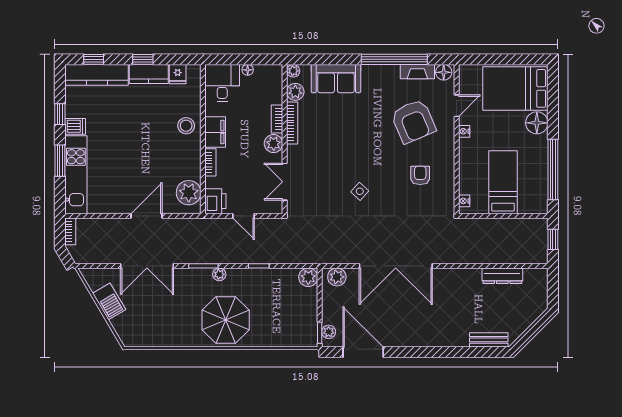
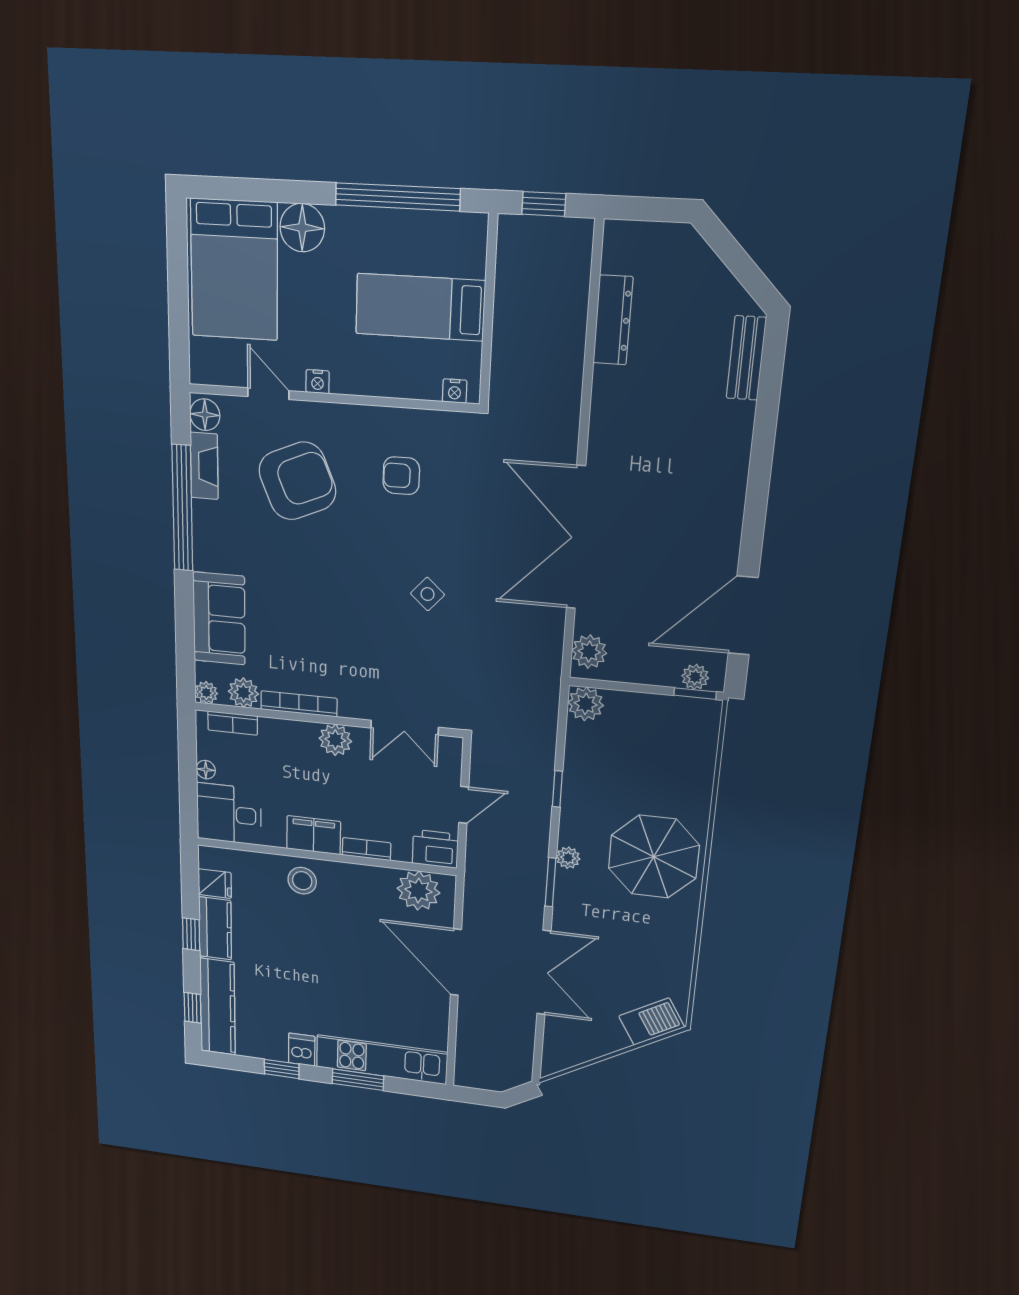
bookcase: (277, 119) -> (233, 723), moved
door: (147, 216) -> (456, 962), width x1.36
bookcase: (70, 231) -> (476, 1081), removed
double door: (396, 266) -> (576, 538), swing flipped
barbecue: (109, 301) -> (652, 1022), moved

